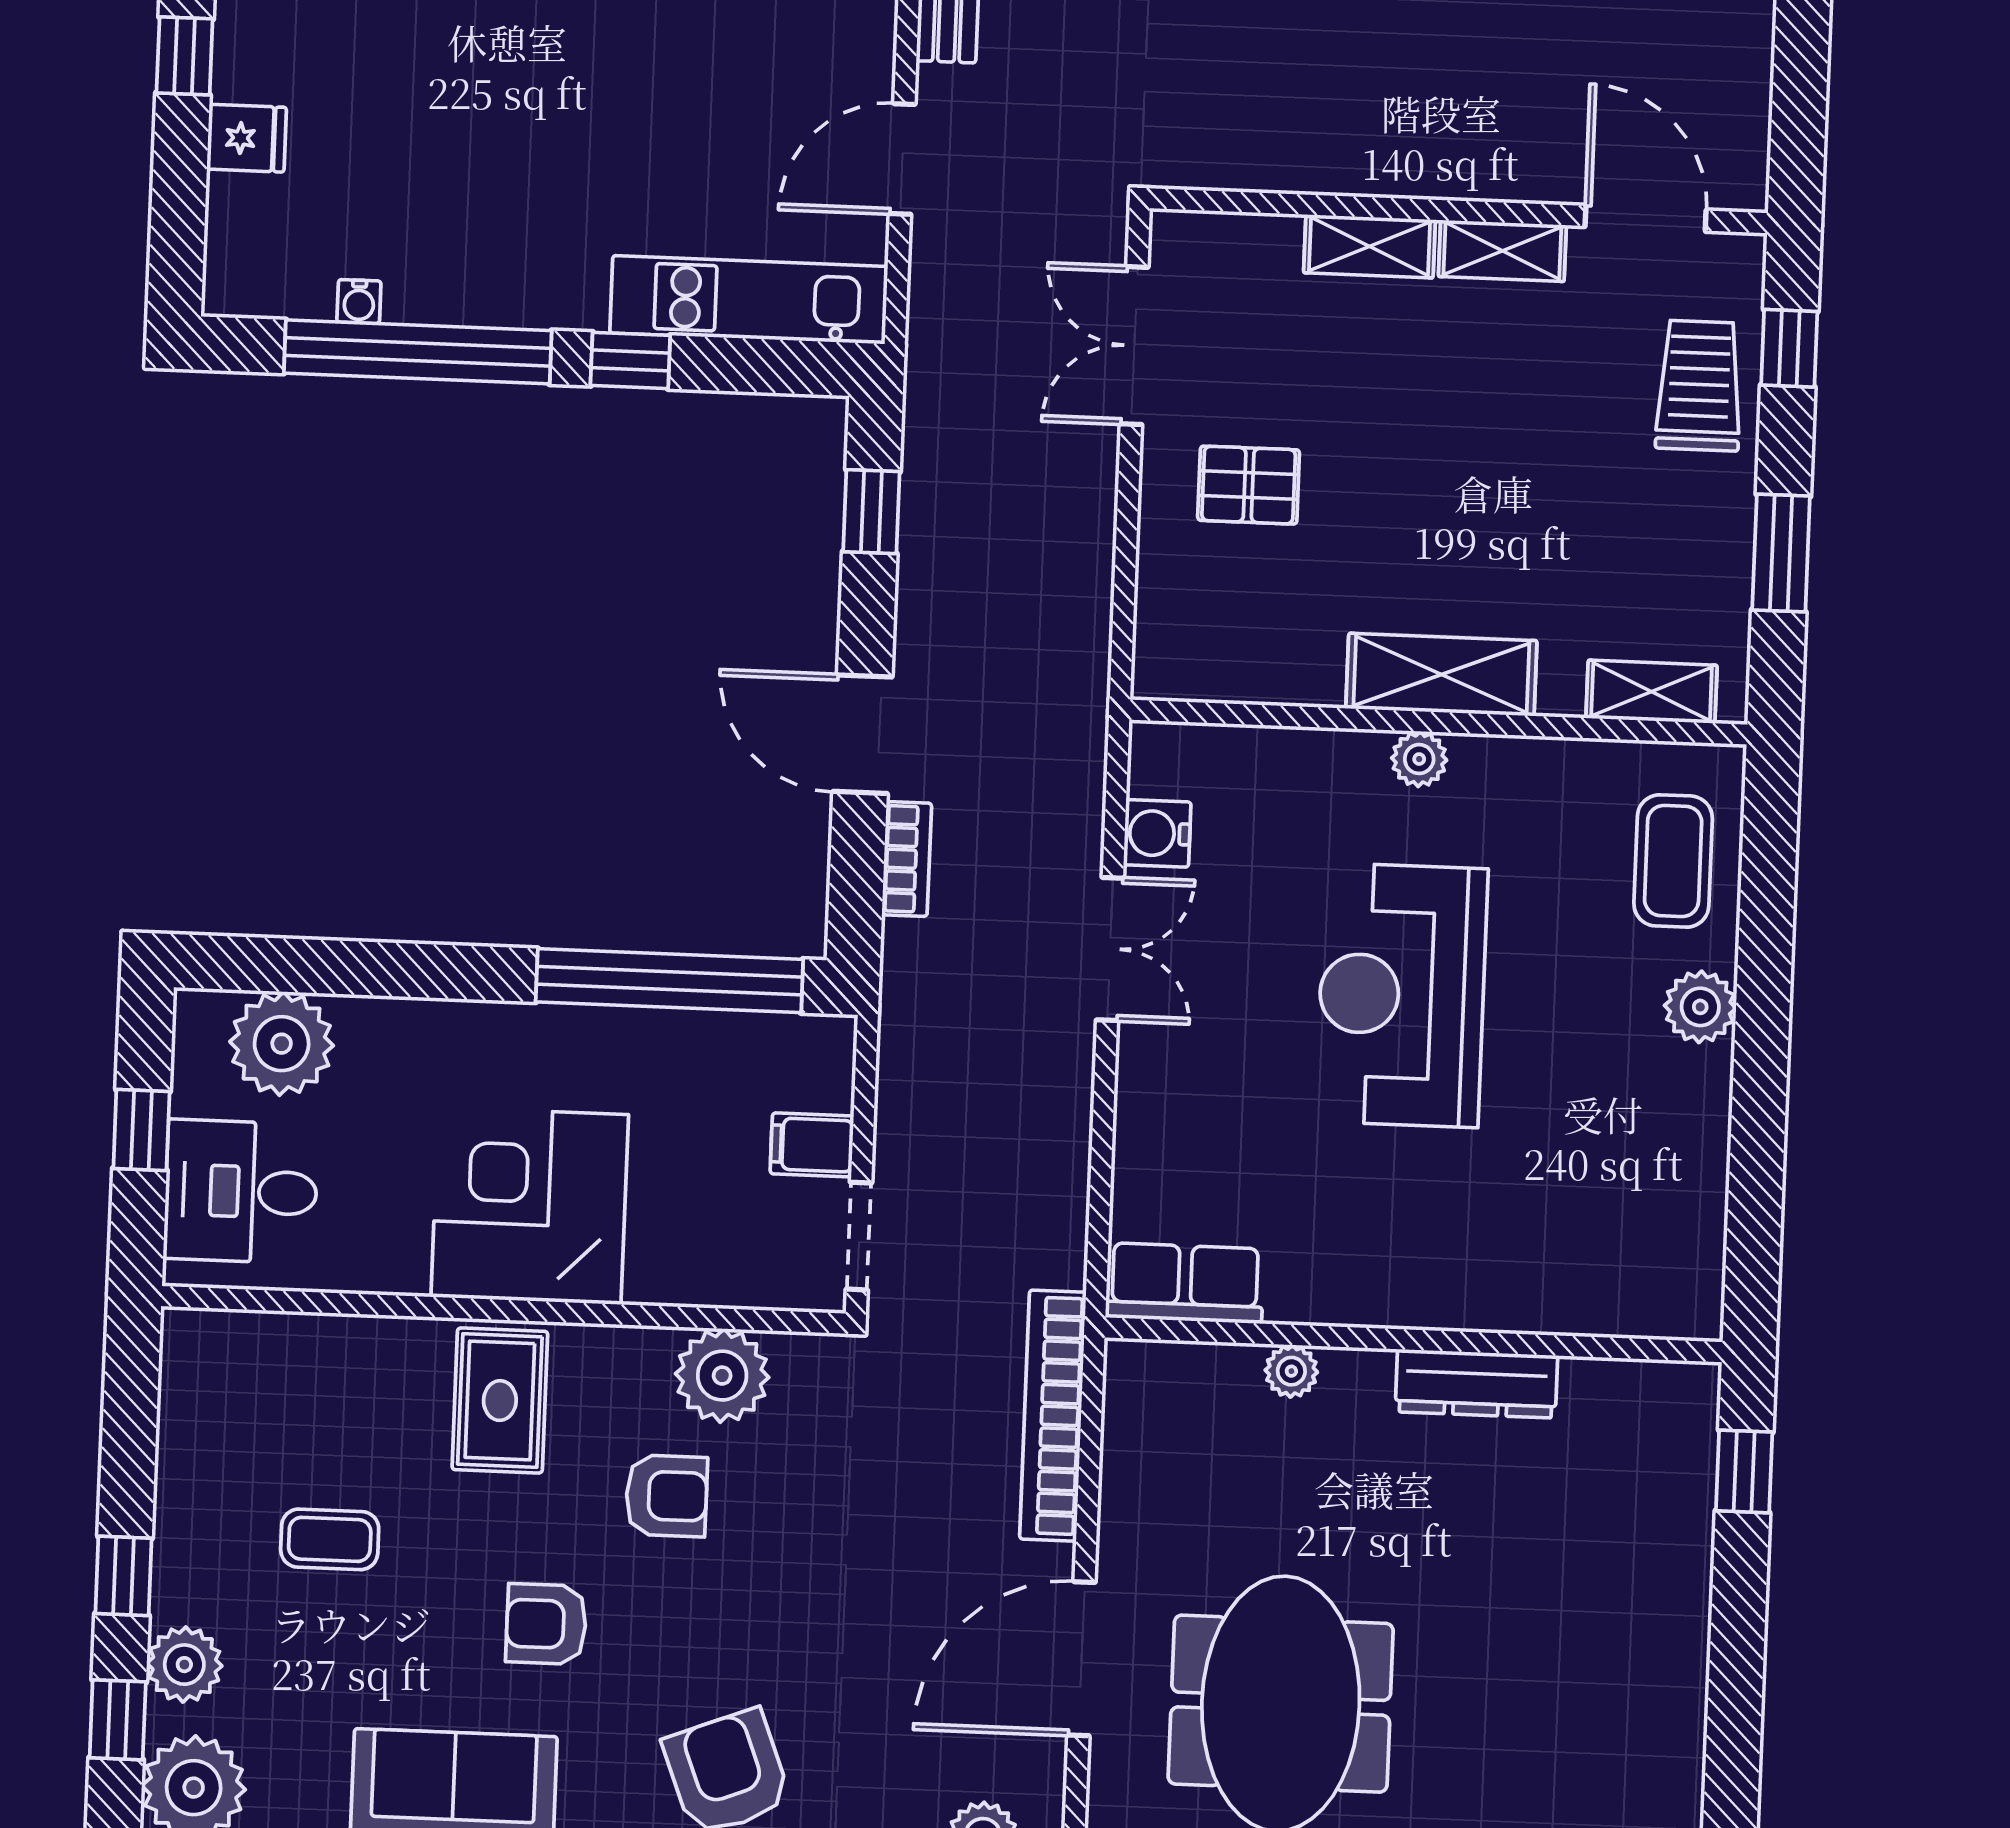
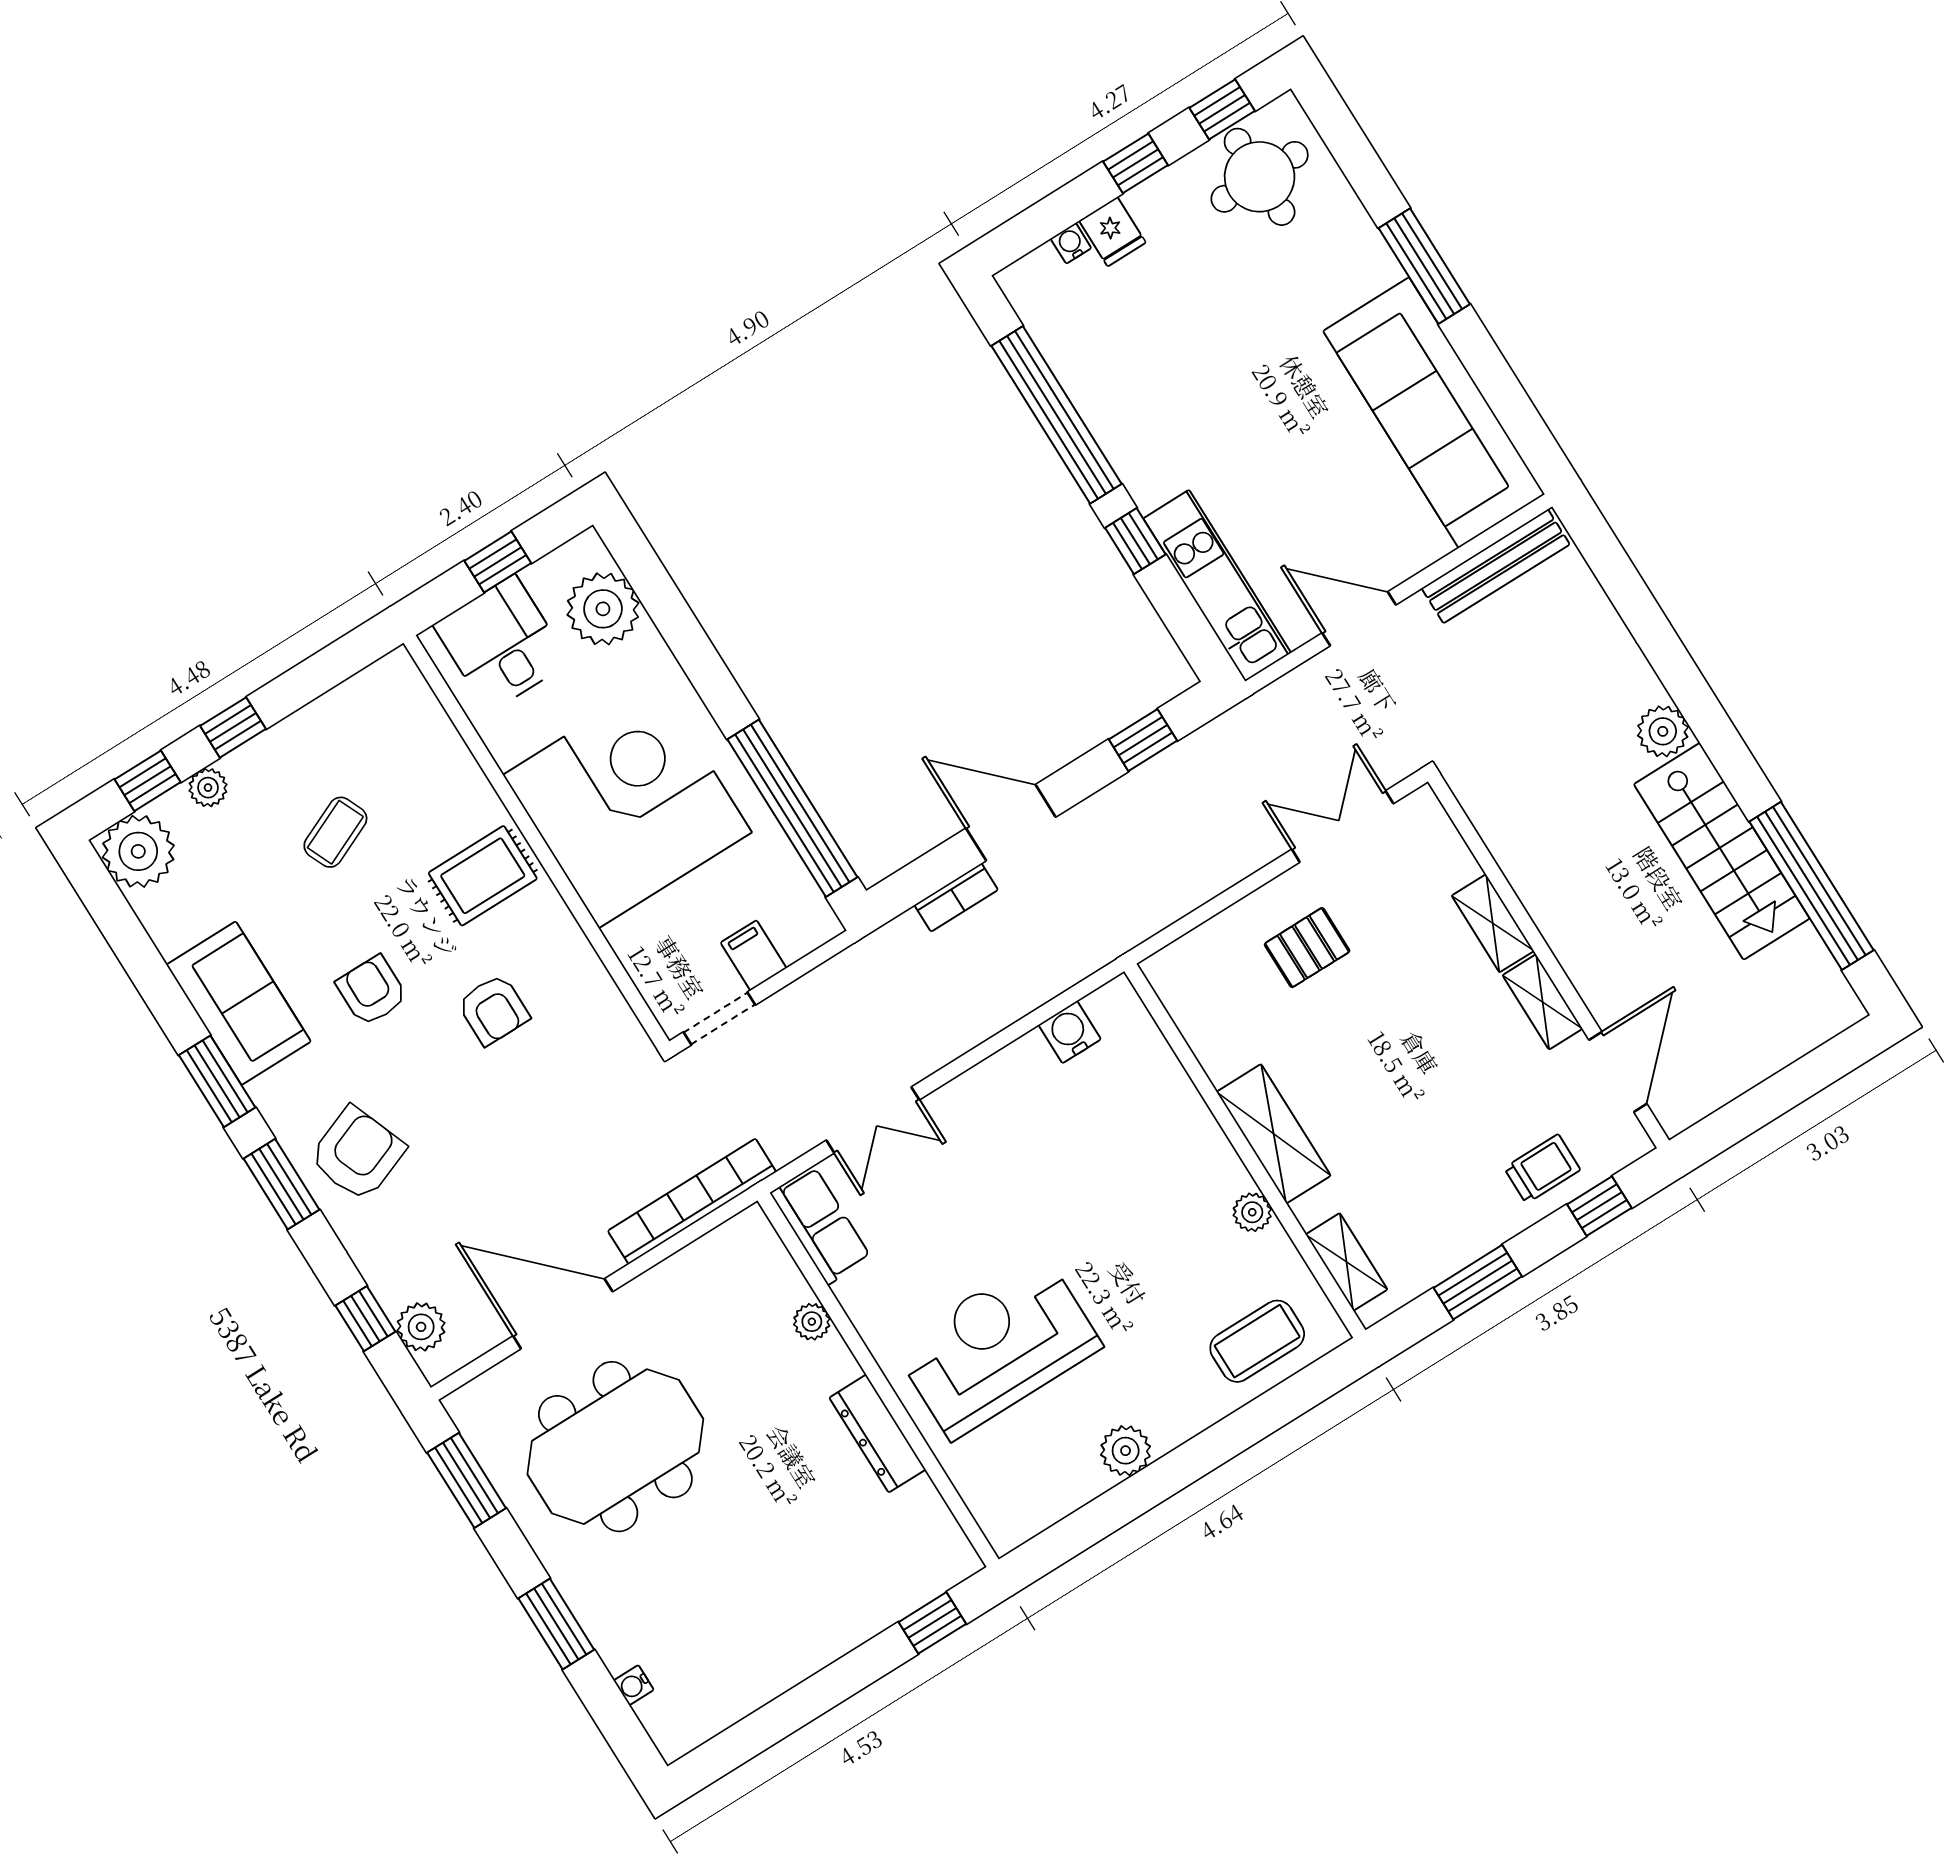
water cooler: (359, 302) -> (1071, 243), moved, turned 90
trolley: (1699, 386) -> (1542, 1169), width x0.73, depth x0.72
pallet: (1249, 485) -> (1307, 948), turned 90
door: (862, 734) -> (1011, 823), hinge flipped
plant: (1419, 759) -> (1252, 1212), moved
double door: (1110, 949) -> (873, 1120), moved
reception desk: (1402, 995) -> (998, 1347), moved
plant: (1700, 1007) -> (1126, 1451), moved
corner desk: (530, 1206) -> (627, 804), width x1.36, depth x1.36
plant: (722, 1376) -> (585, 994), removed
coffee table: (330, 1539) -> (335, 832), turned 66
plant: (184, 1665) -> (208, 788), width x0.73, depth x0.73

